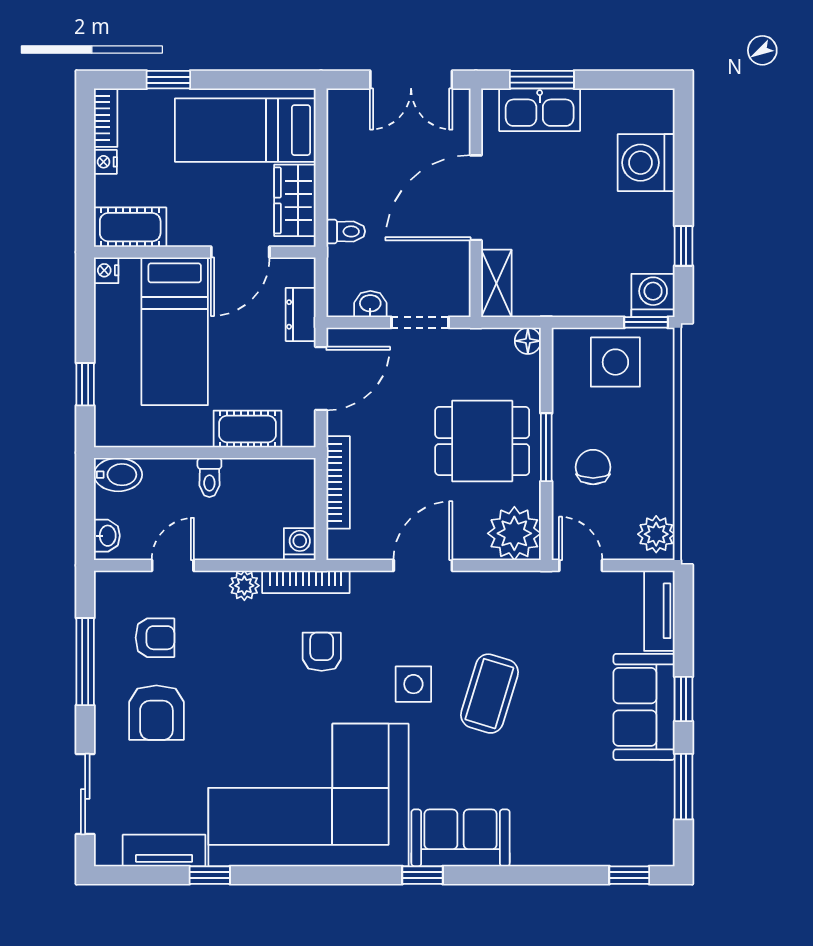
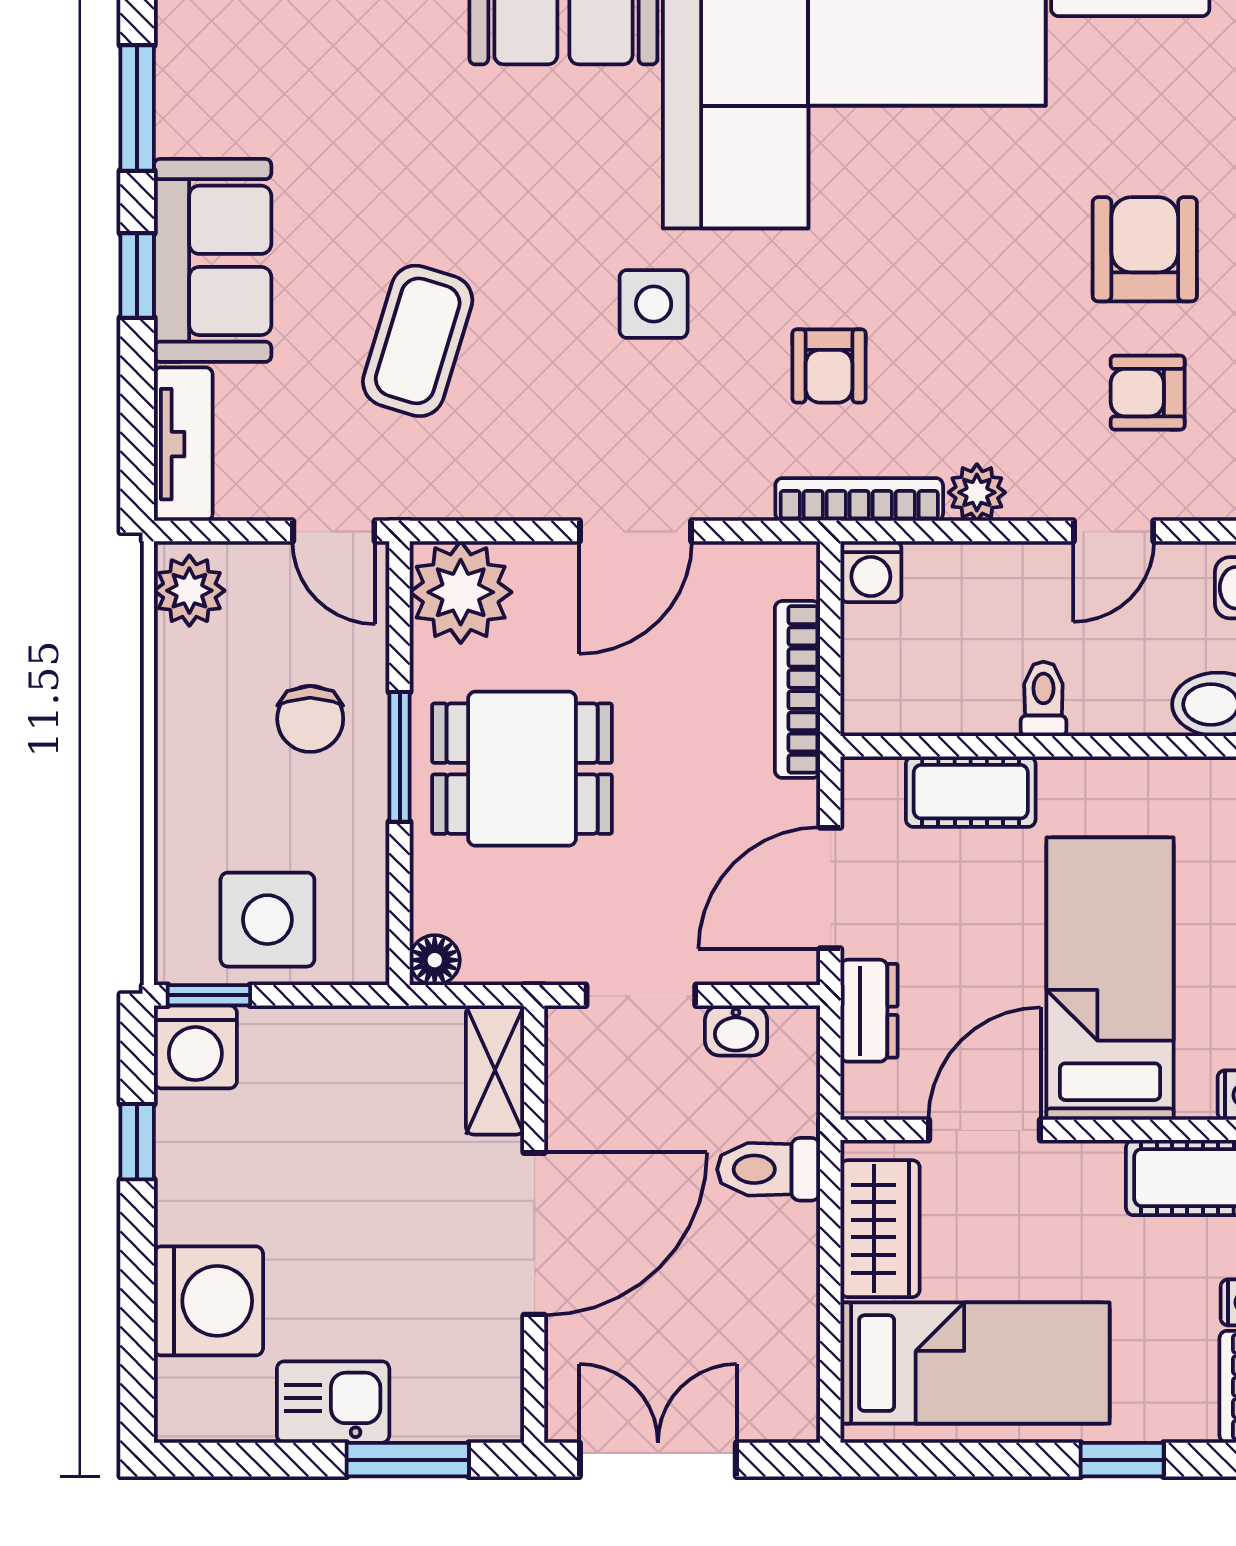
kitchen sink: (540, 110) -> (333, 1402), moved, width x0.73
toilet: (346, 231) -> (769, 1169), width x1.37, depth x1.39
coffee table: (489, 694) -> (418, 341), moved

